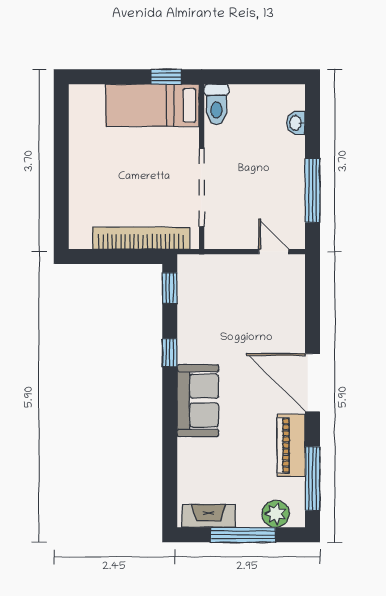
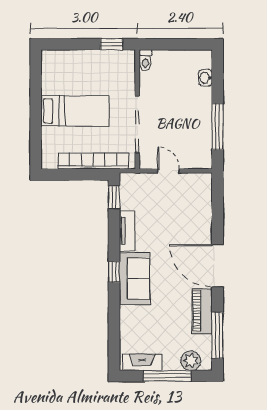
toilet: (216, 104) -> (145, 60), width x0.73, depth x0.72
bed: (152, 105) -> (75, 111), moved, turned 180
door: (274, 252) -> (169, 171), moved
tv unit: (188, 335) -> (127, 231), added
window: (170, 353) -> (114, 272), moved

